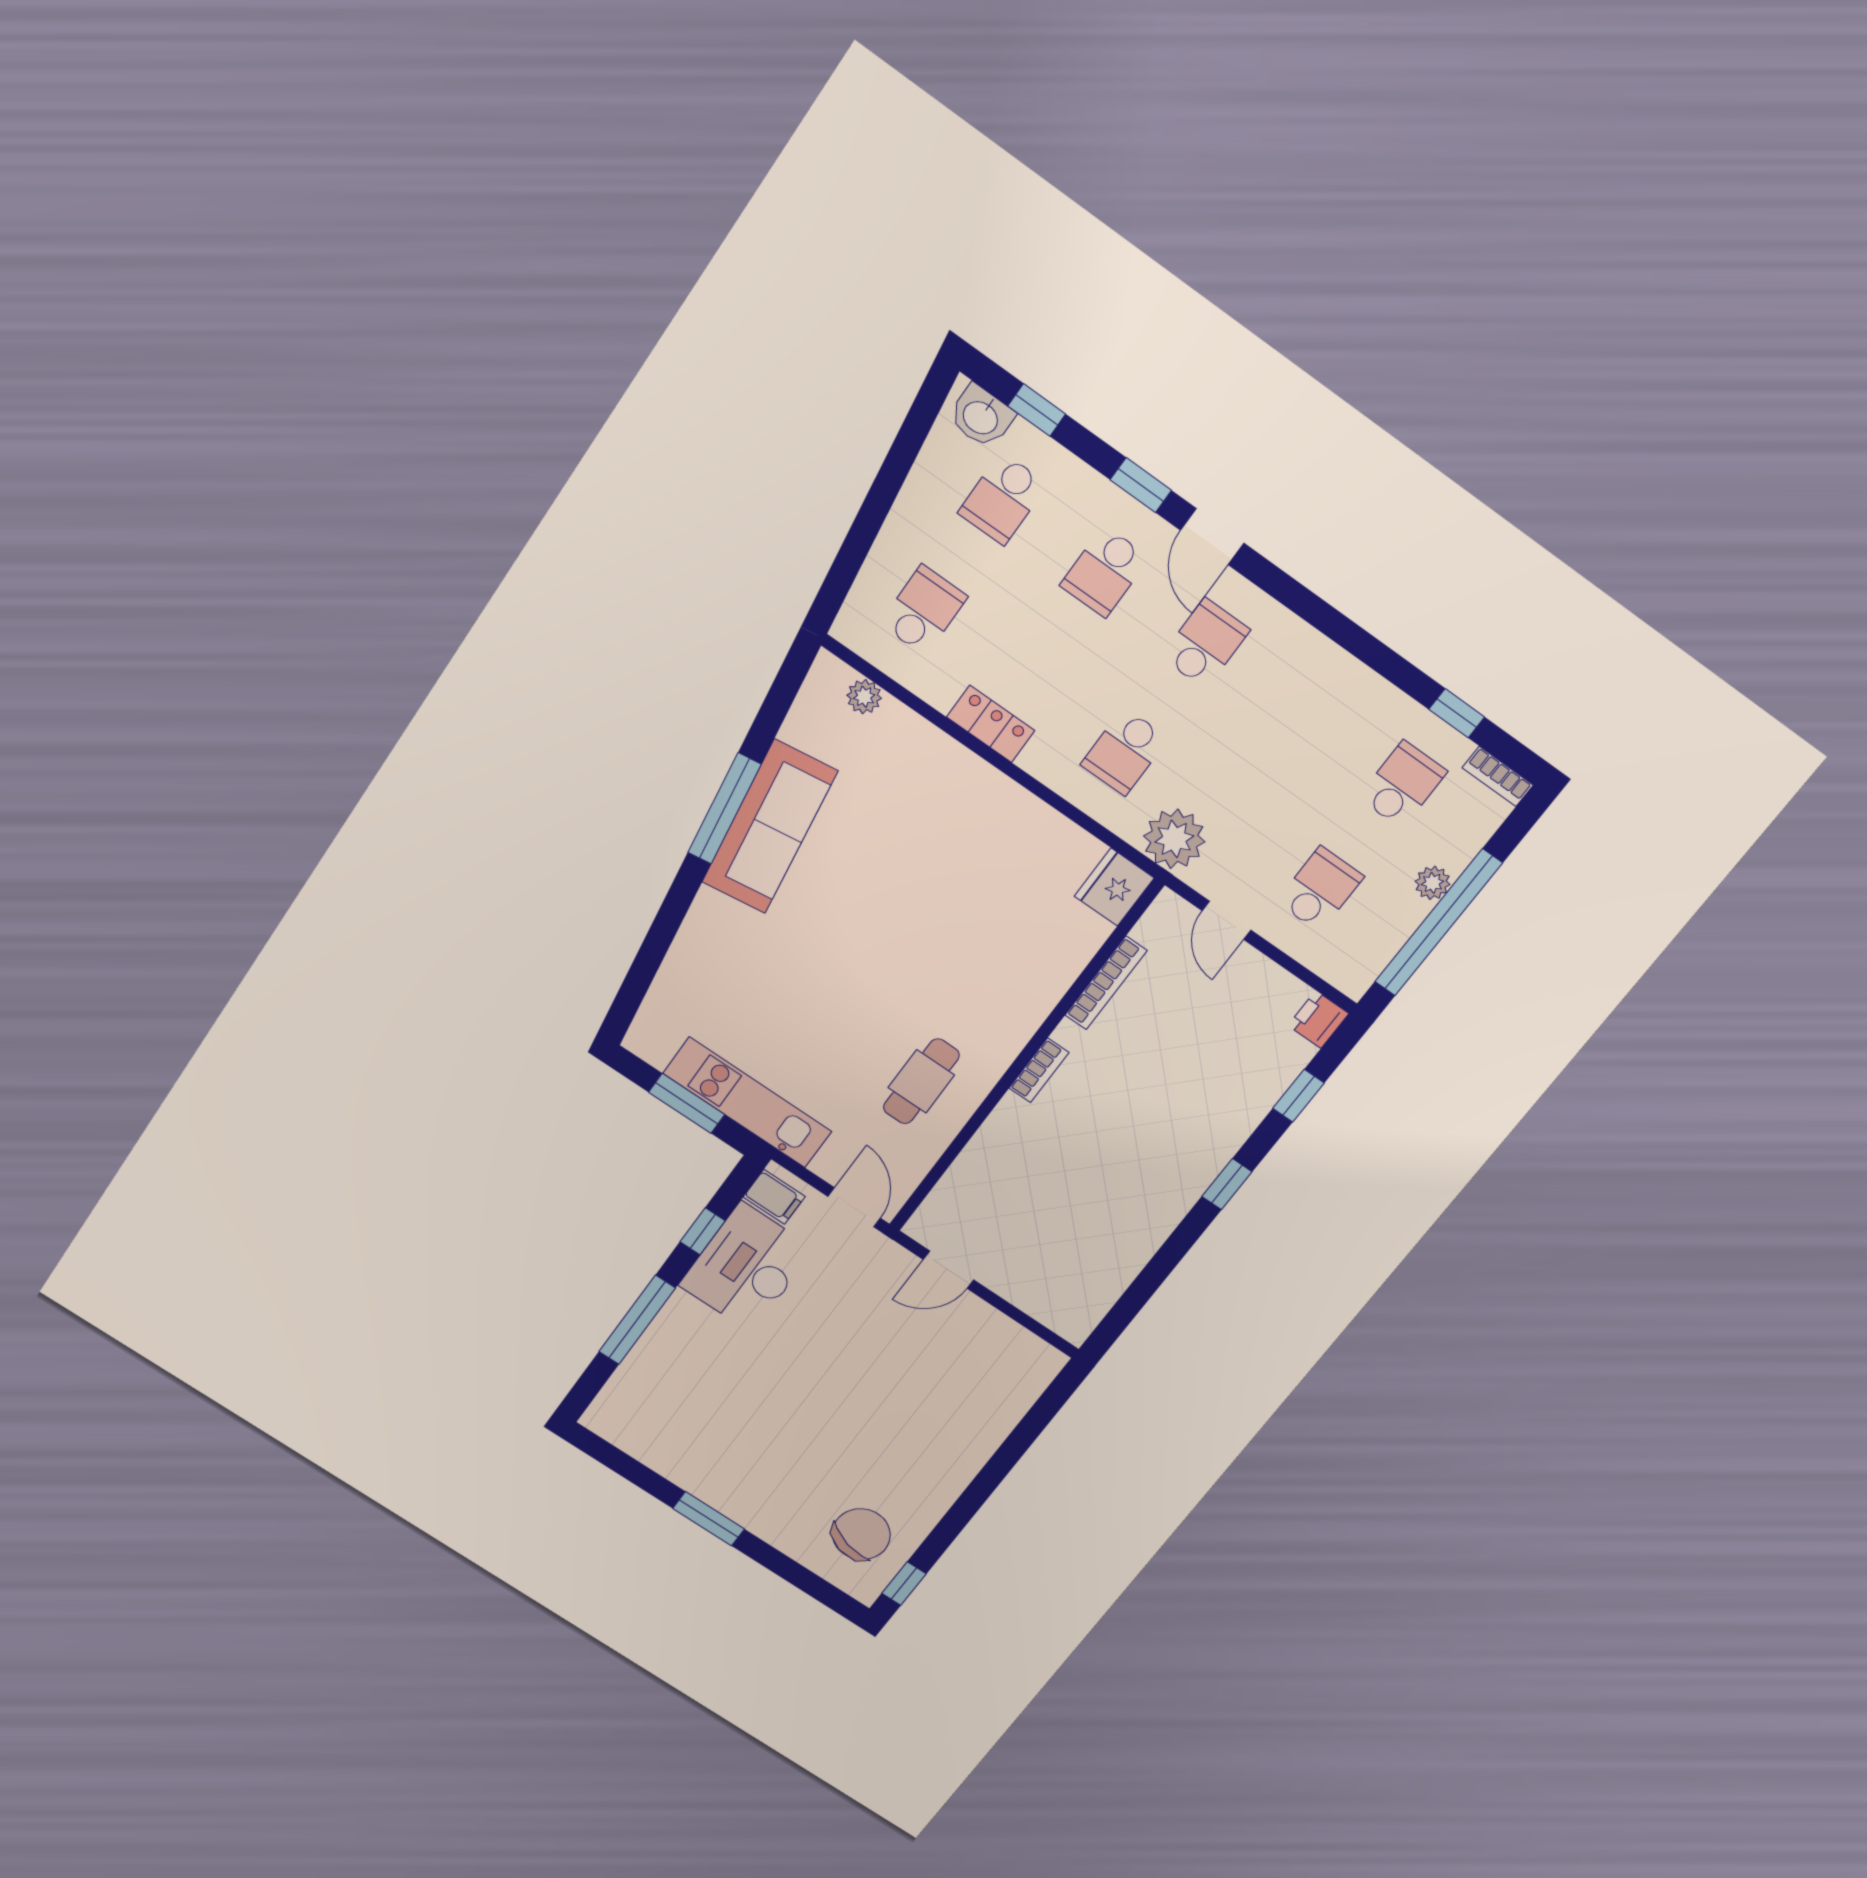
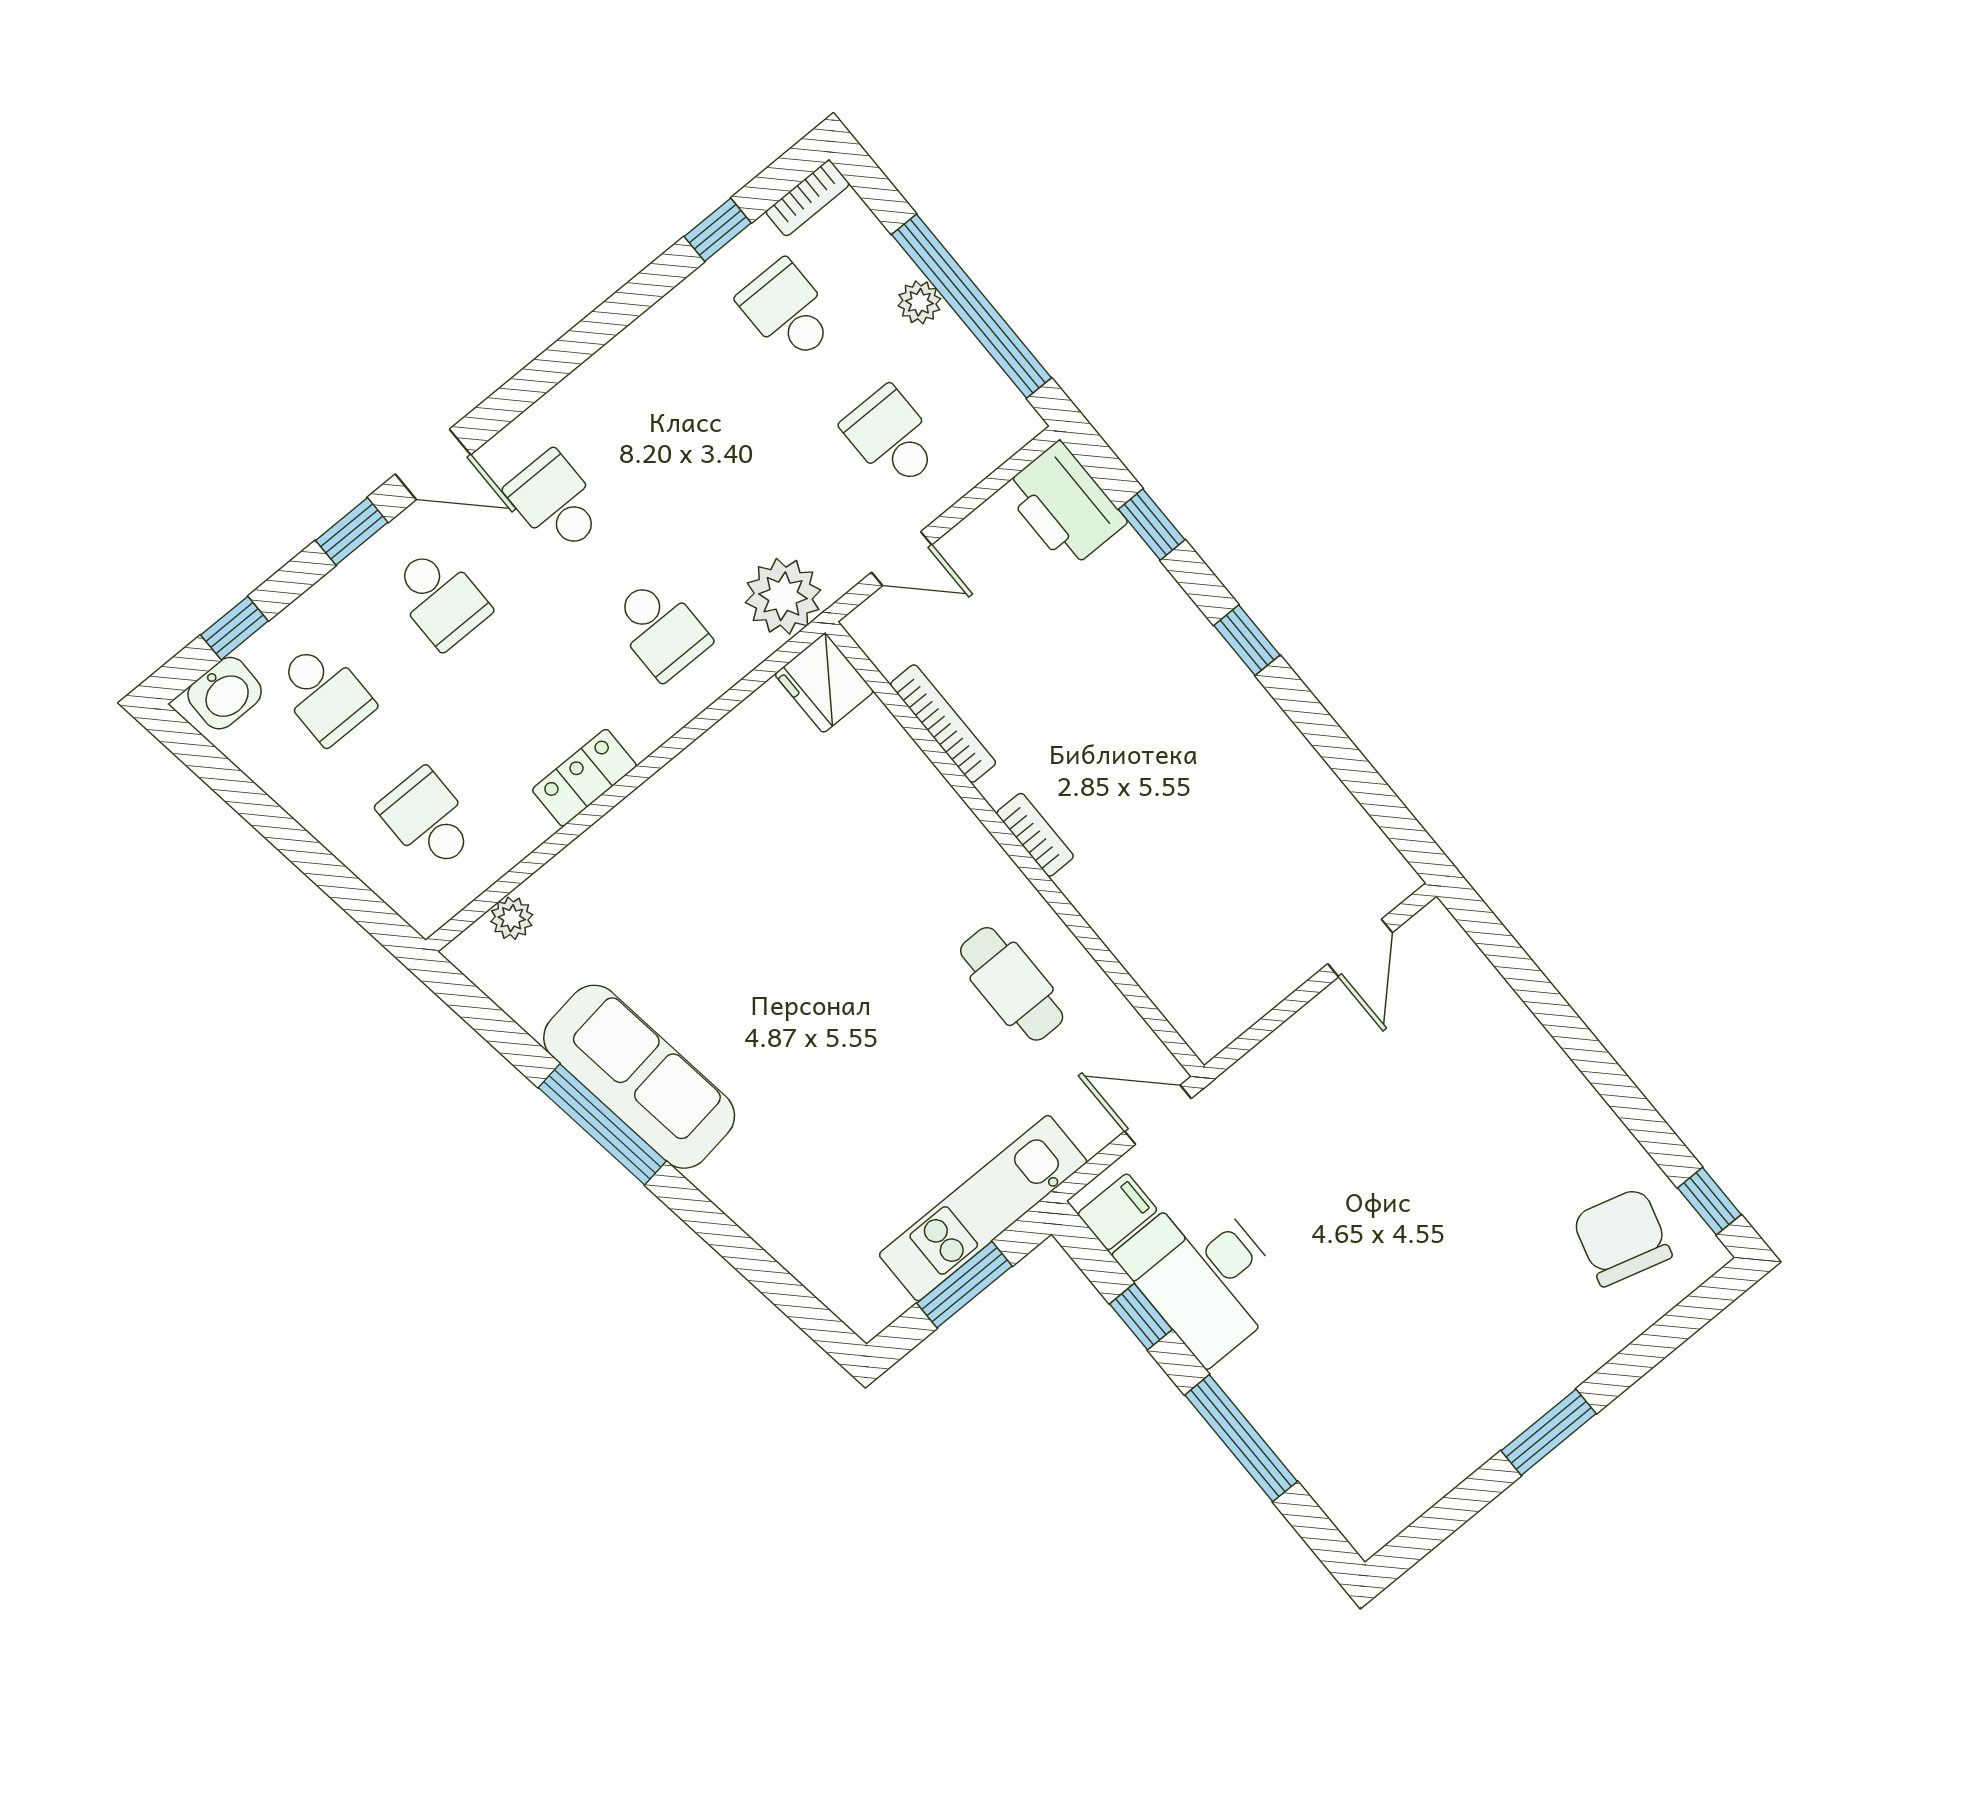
printer: (1318, 1020) -> (1064, 505), width x1.87, depth x1.48
door: (948, 1270) -> (1360, 948), moved

